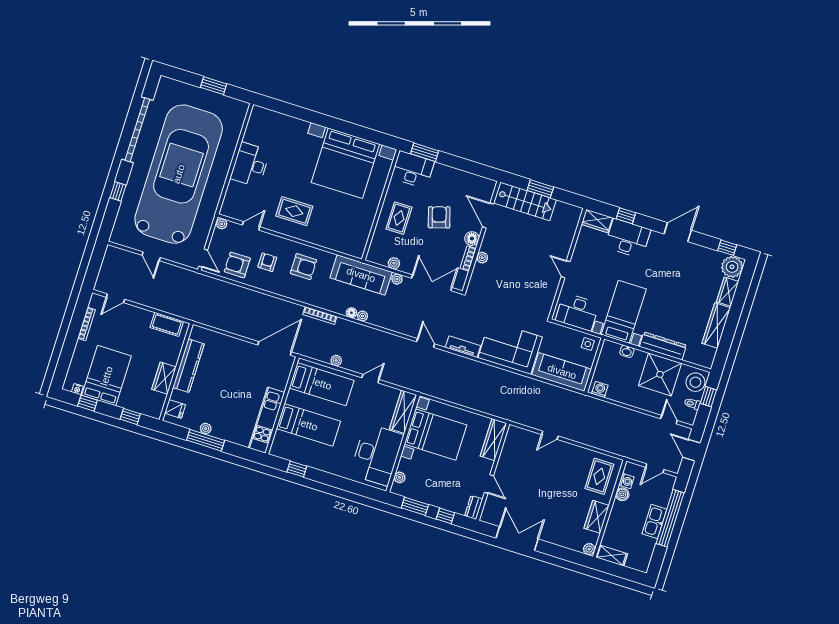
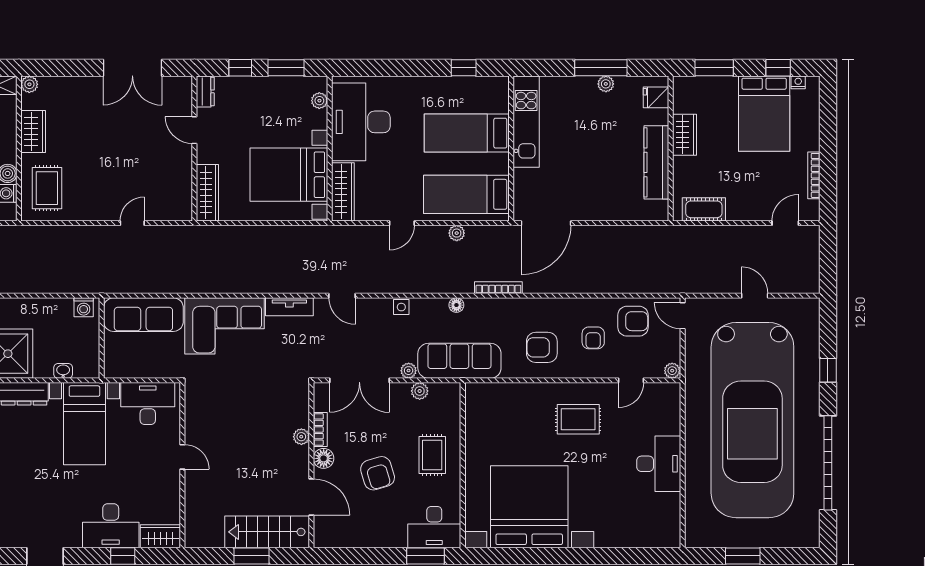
plant: (363, 316) -> (440, 305), removed
side table: (588, 344) -> (401, 307), moved
window: (130, 417) -> (714, 68), width x1.50

